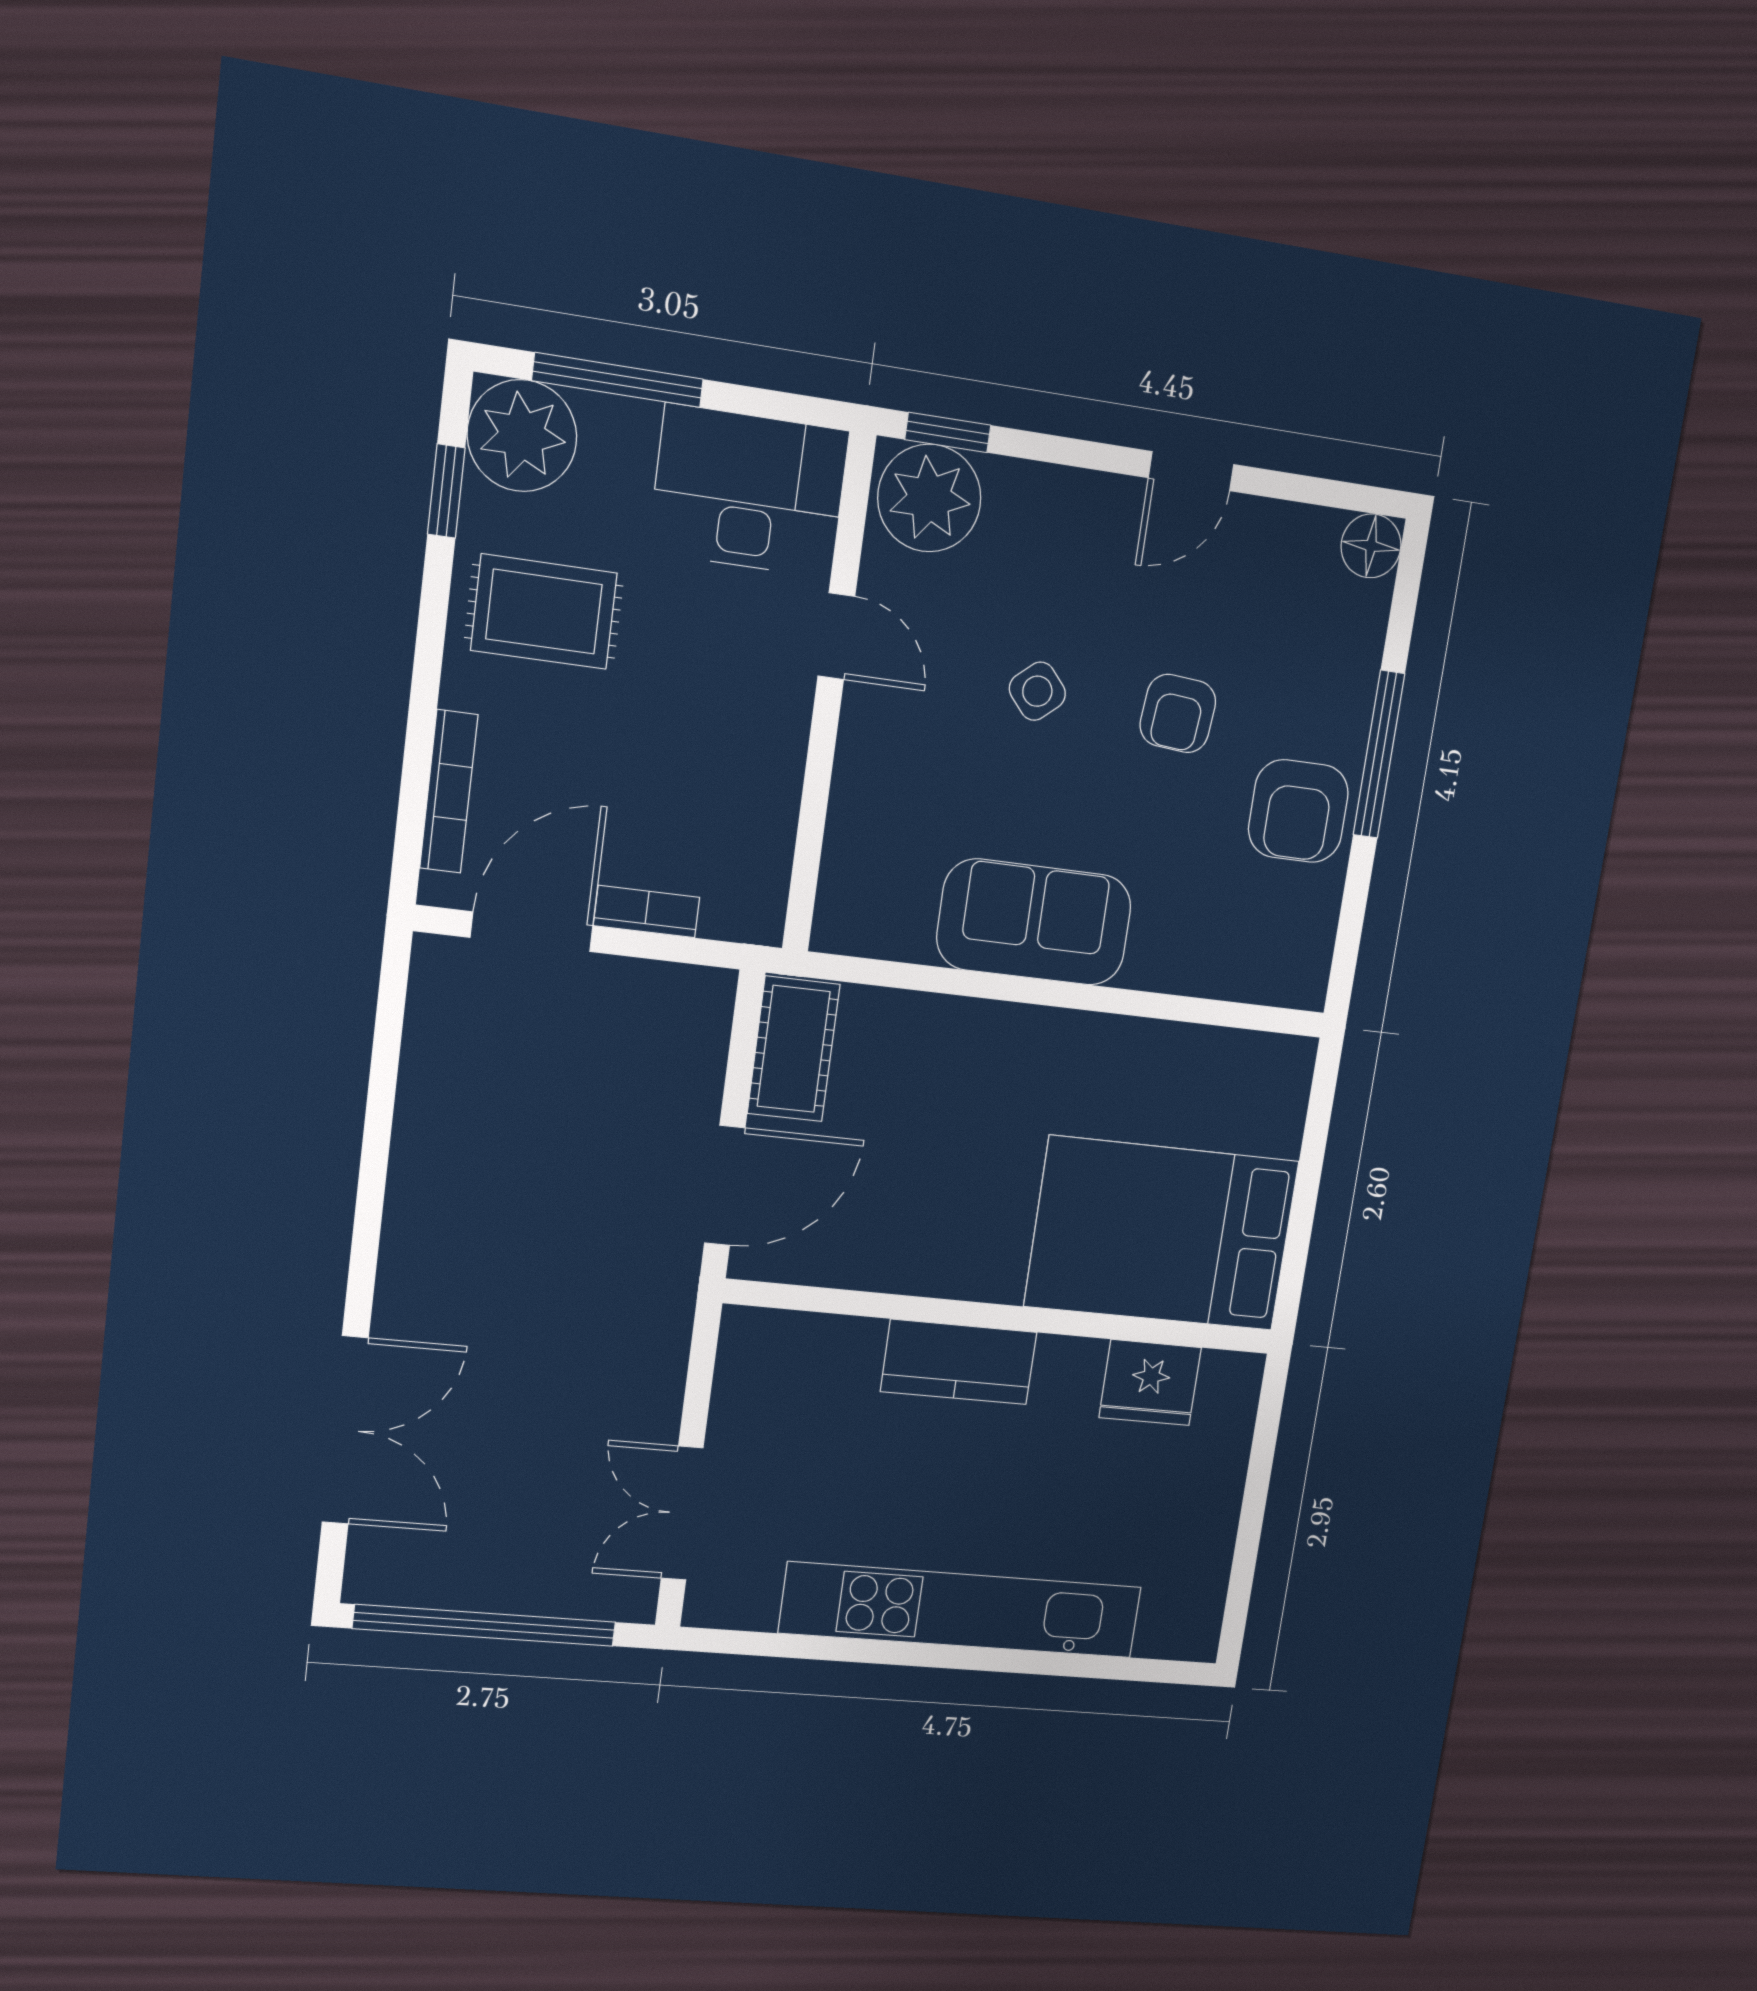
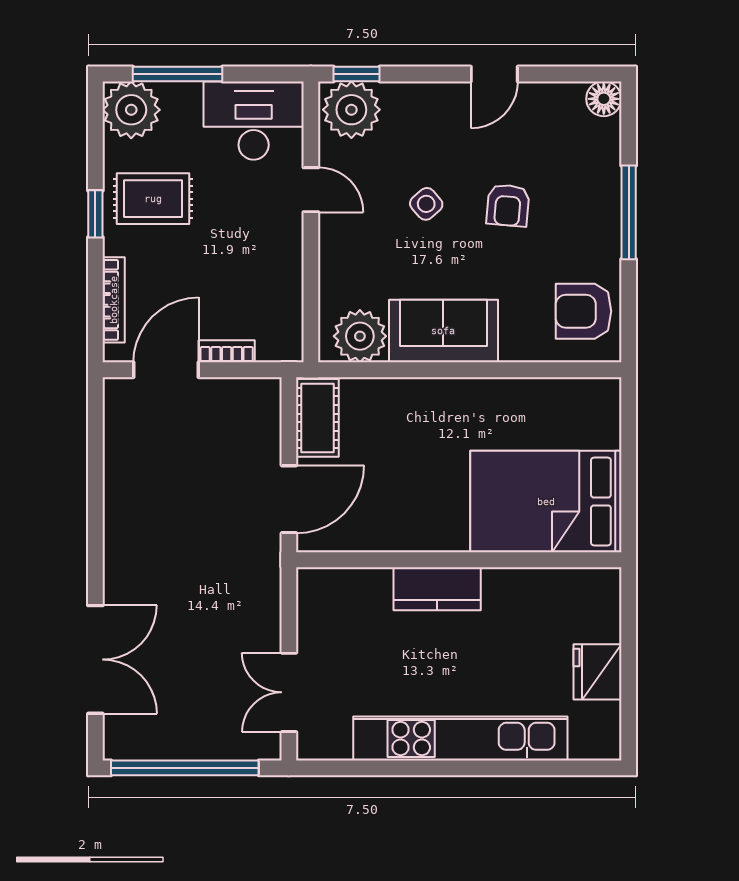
window: (446, 491) -> (95, 214), moved
armchair: (1298, 811) -> (584, 311), moved, turned 90
plant: (888, 913) -> (360, 336), added
fridge: (1150, 1383) -> (597, 672), moved, turned 90

